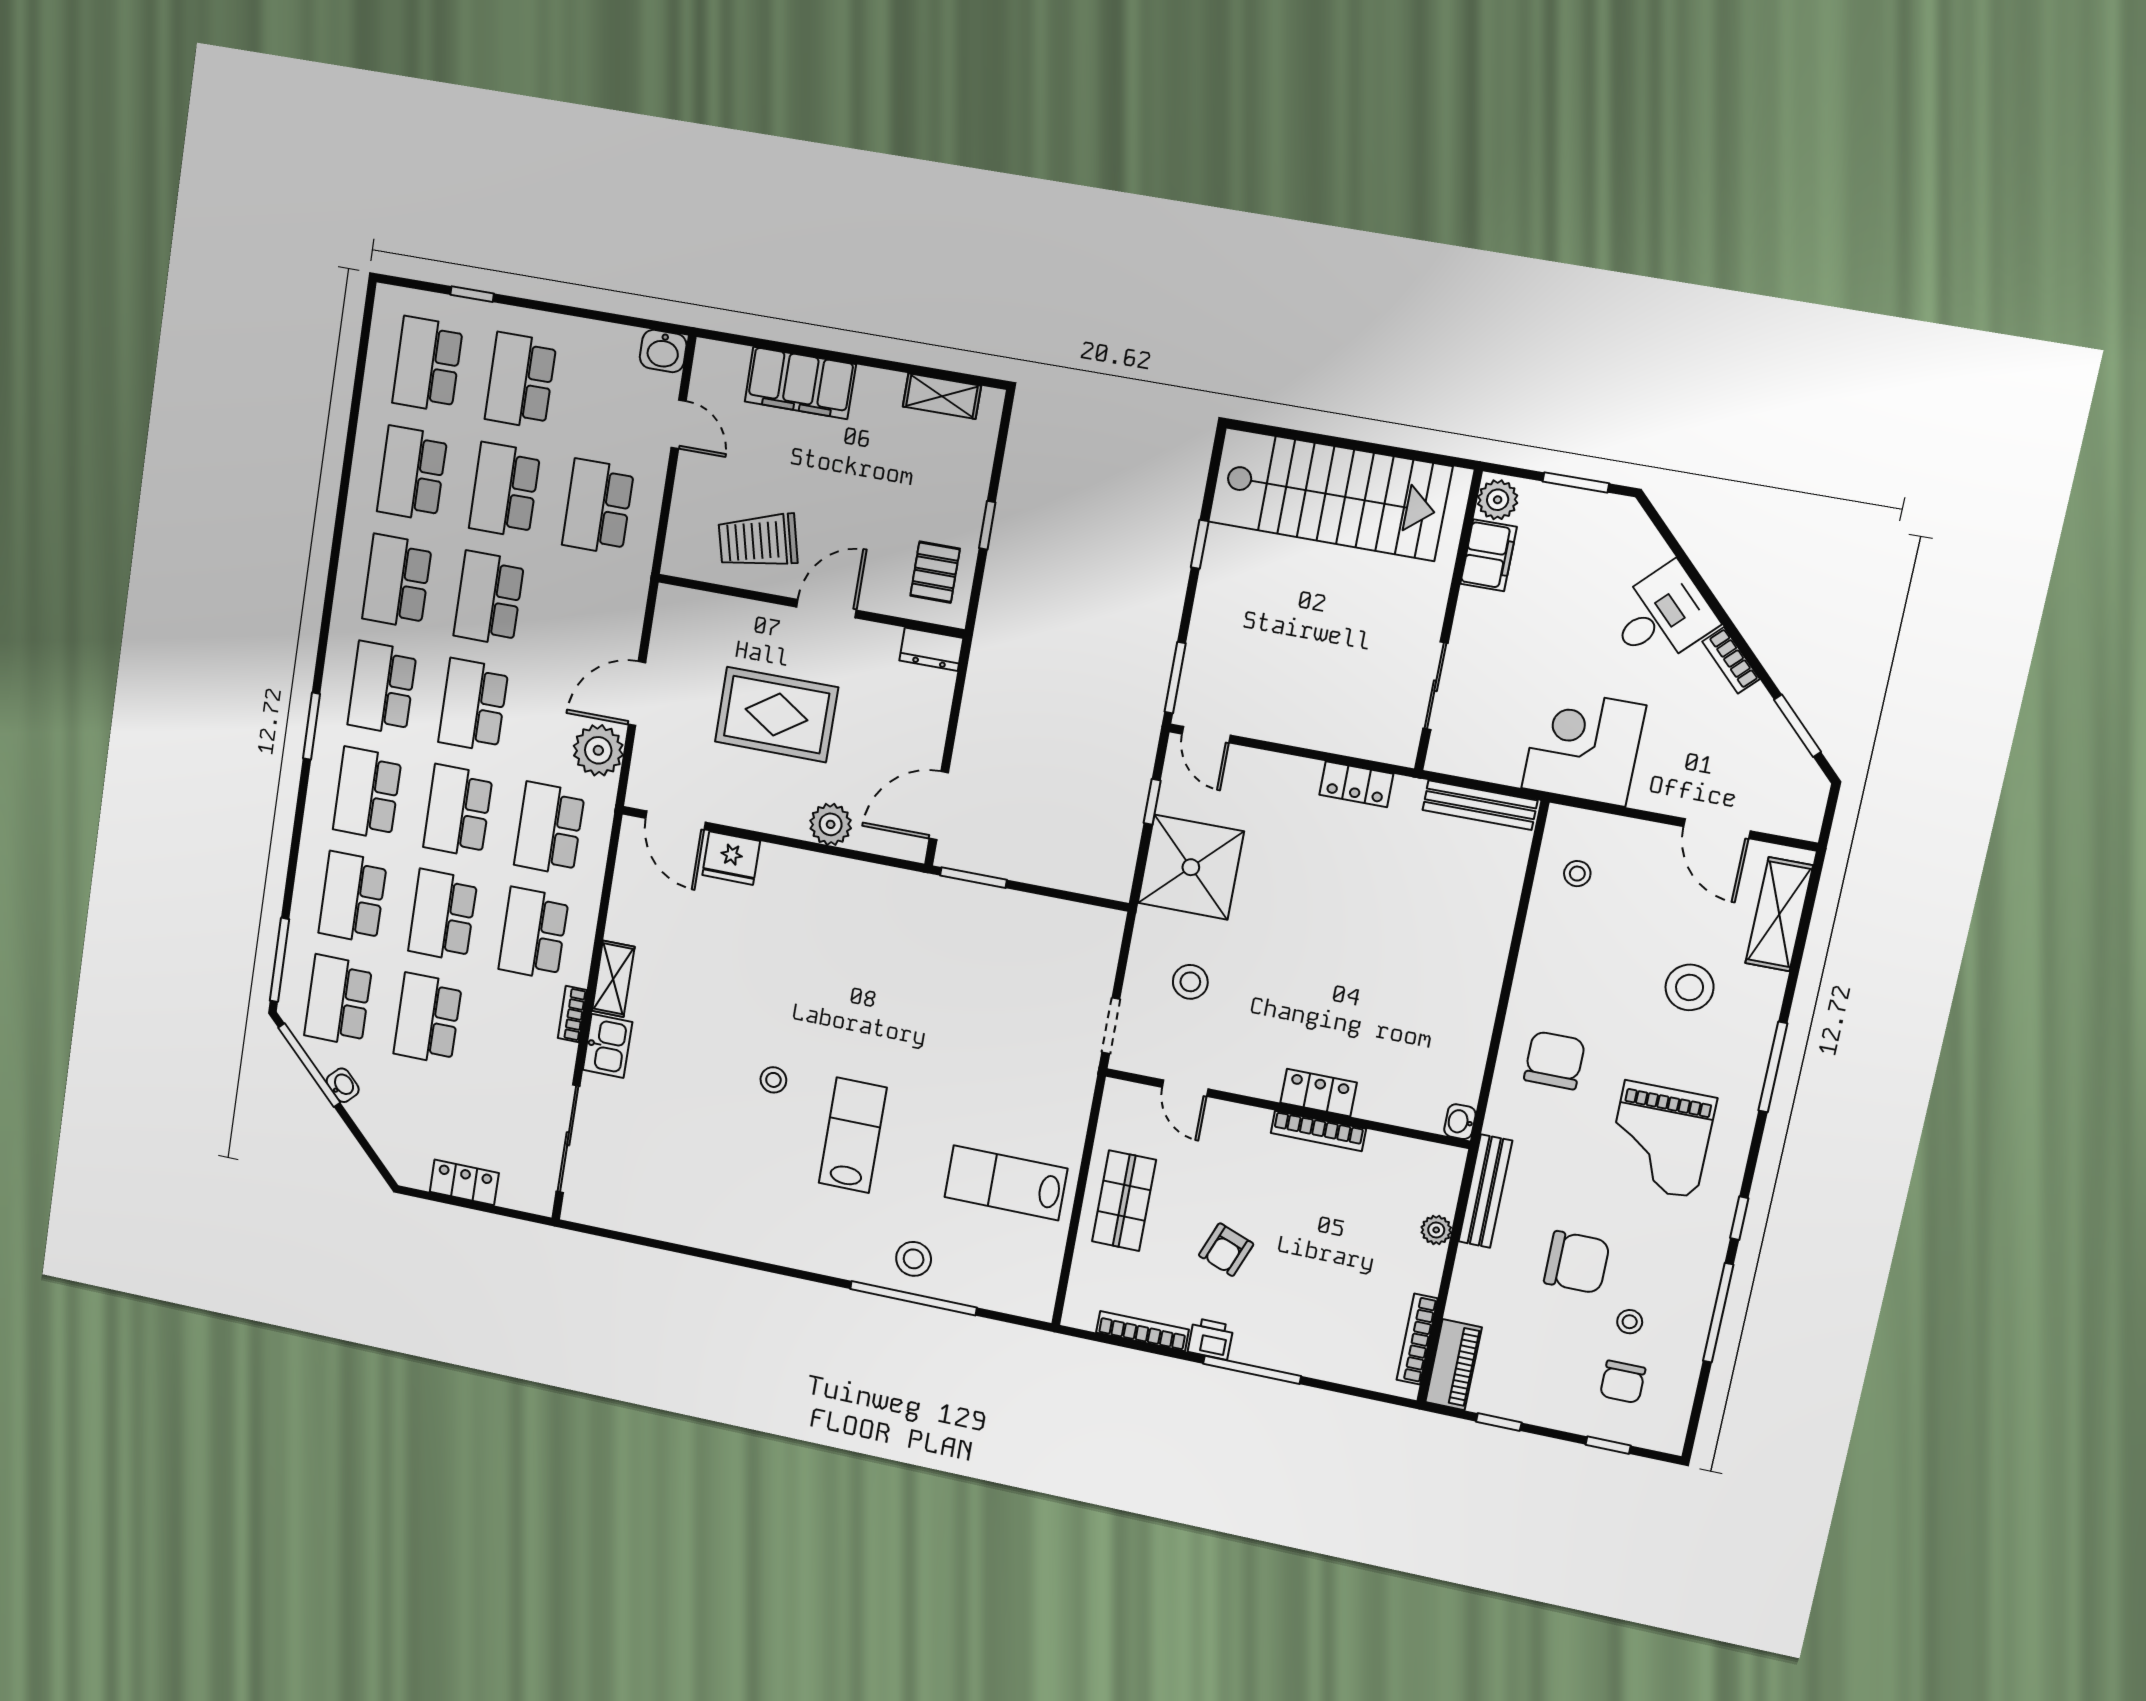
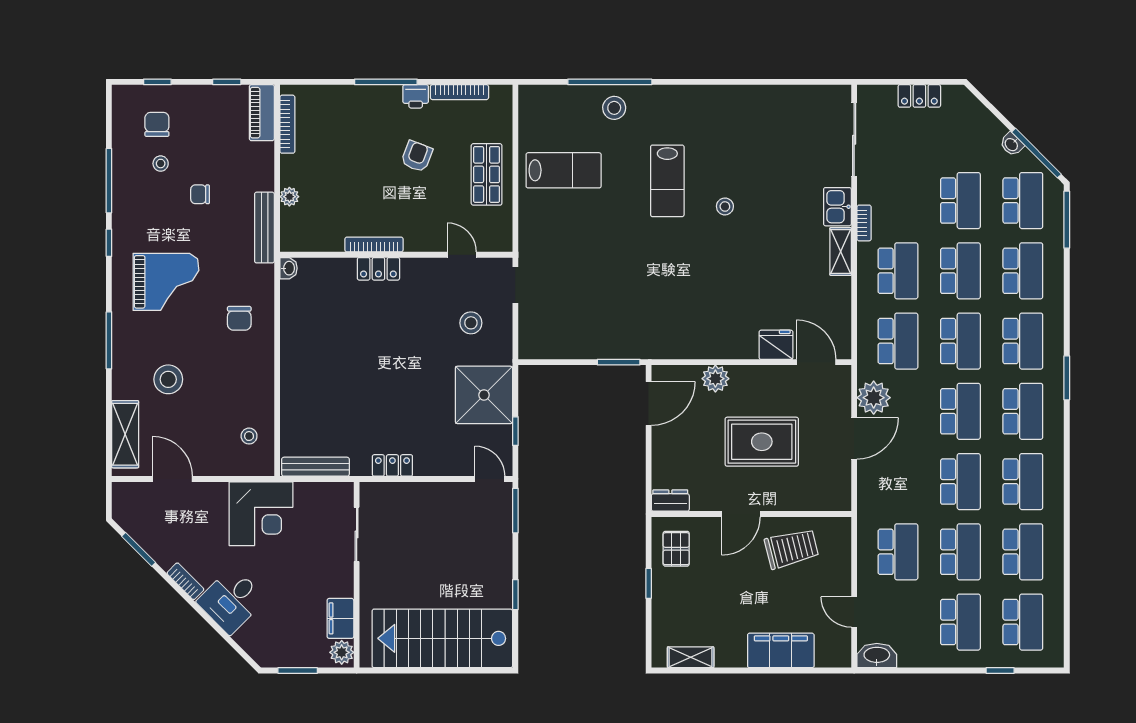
washbasin: (663, 351) -> (877, 656), width x1.38
chair: (1555, 1060) -> (239, 318), width x0.73, depth x0.73
grand piano: (1660, 1140) -> (166, 282), turned 90
chair: (1577, 1262) -> (200, 194), width x0.54, depth x0.54

